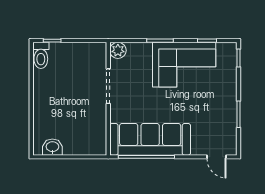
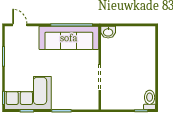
plant: (118, 50) -> (93, 104), removed
corner sofa: (184, 65) -> (28, 93), moved
washbasin: (52, 147) -> (108, 32), moved

